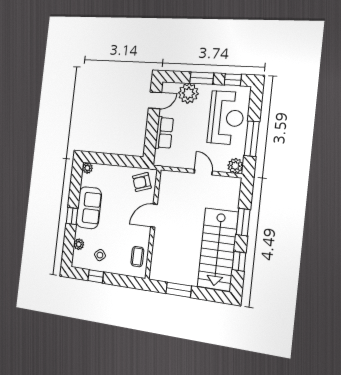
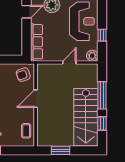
row of seats: (164, 133) -> (37, 42), width x1.48
window: (252, 139) -> (102, 35), width x0.46
door: (203, 172) -> (69, 63), hinge flipped
window: (243, 222) -> (102, 95), width x1.44

